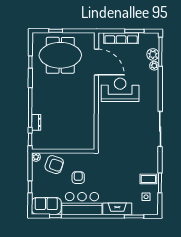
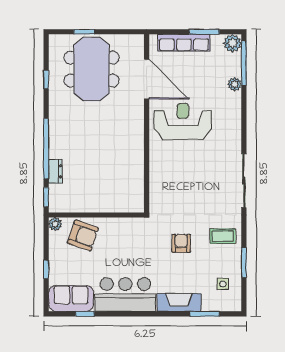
plant: (153, 54) -> (232, 43), moved
meeting table: (60, 55) -> (92, 69), turned 90
armchair: (78, 178) -> (181, 243), moved
coffee table: (148, 179) -> (223, 236), moved

